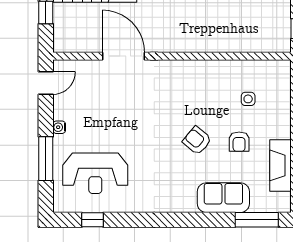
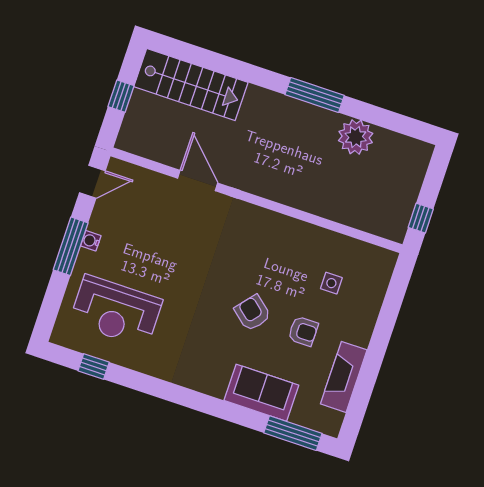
door: (123, 56) -> (198, 181), width x0.73
armchair: (239, 142) -> (303, 331), turned -90
window: (46, 159) -> (71, 246), moved

